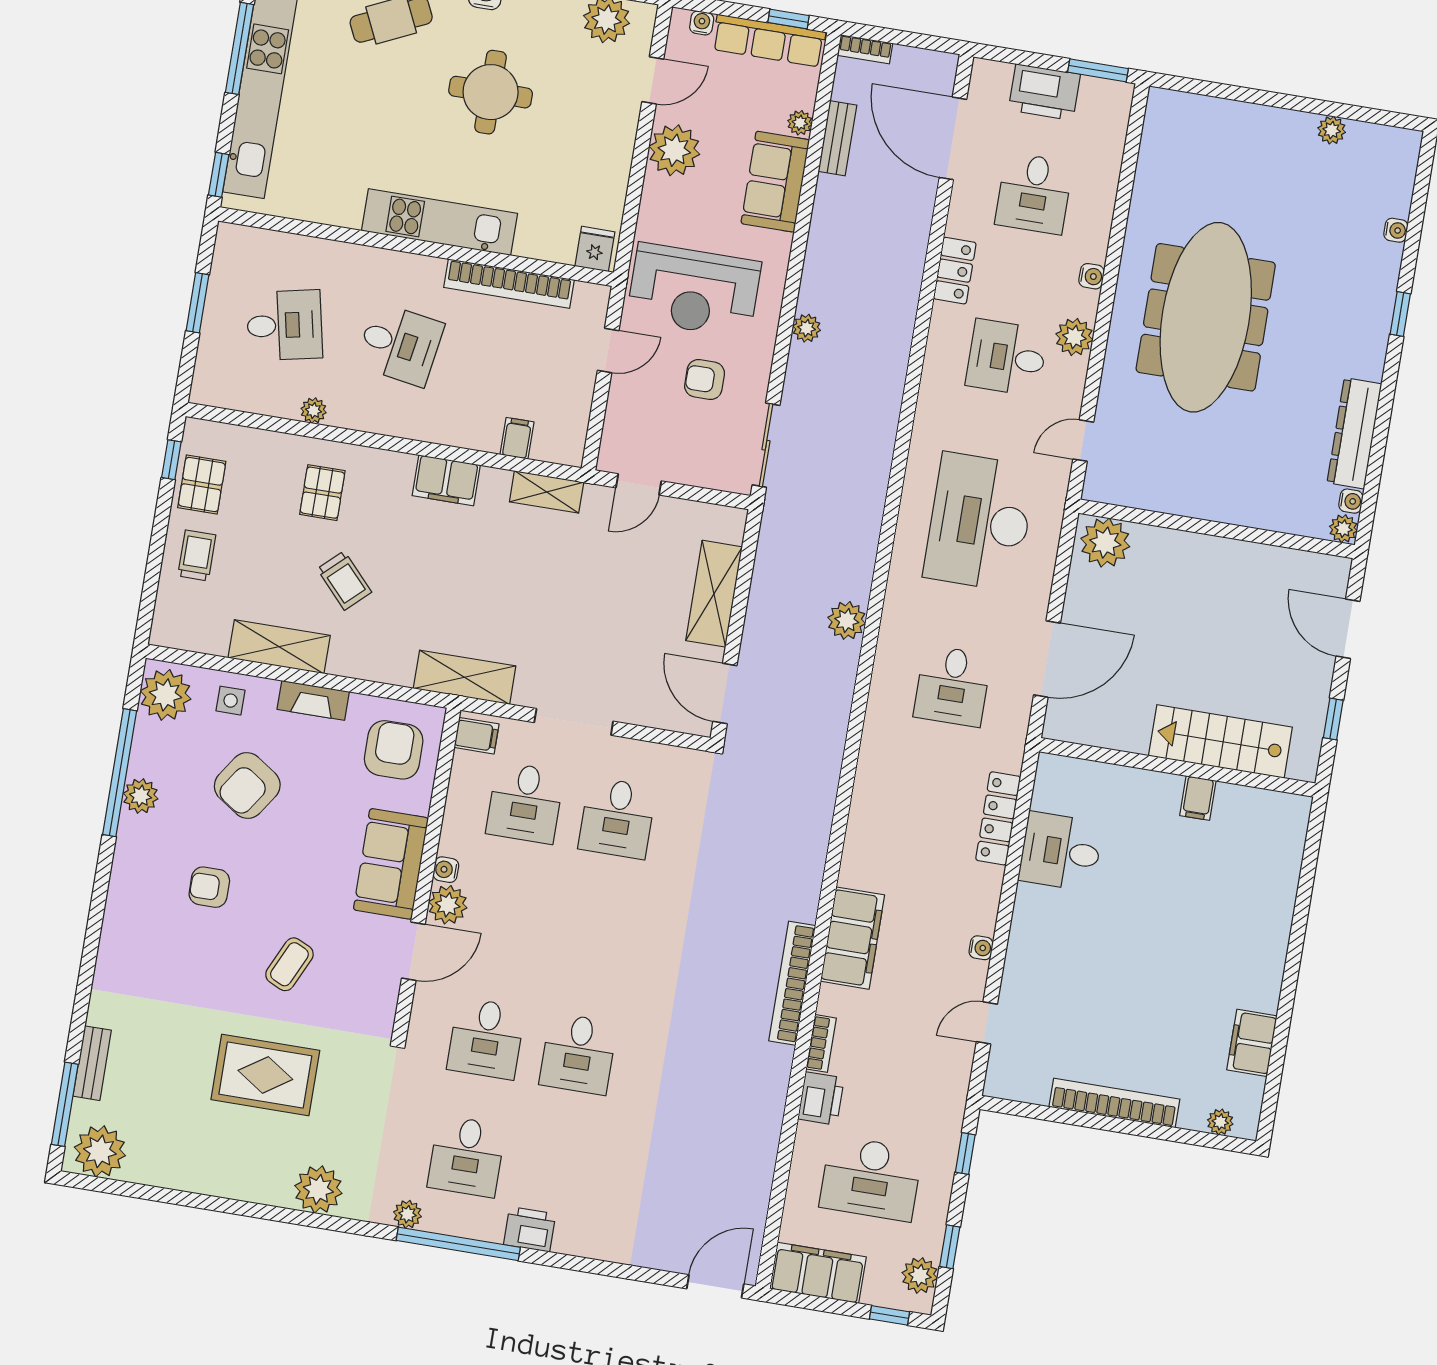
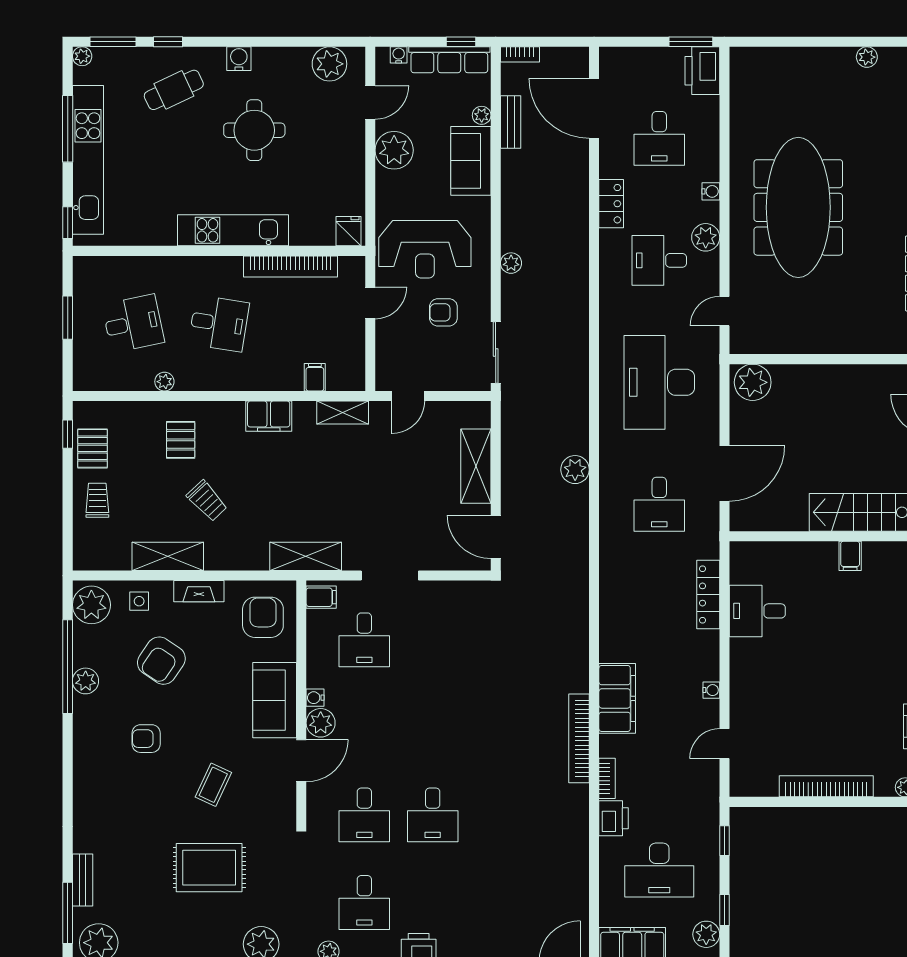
printer: (1044, 92) -> (702, 71), moved, turned 90
desk: (617, 818) -> (433, 640), removed

